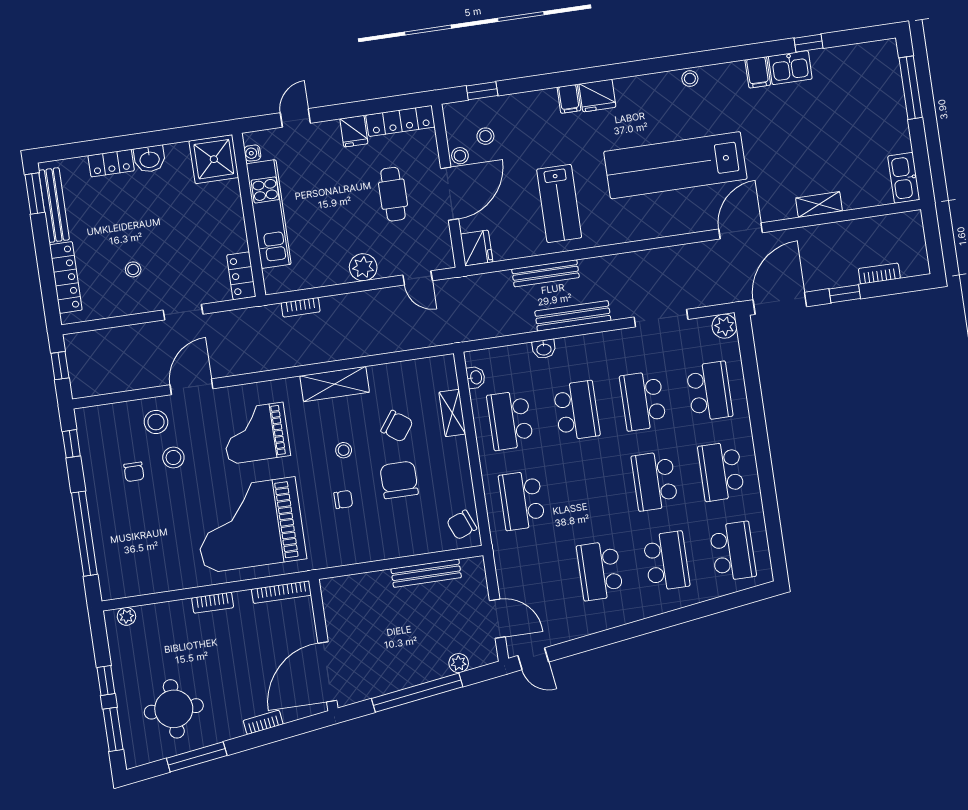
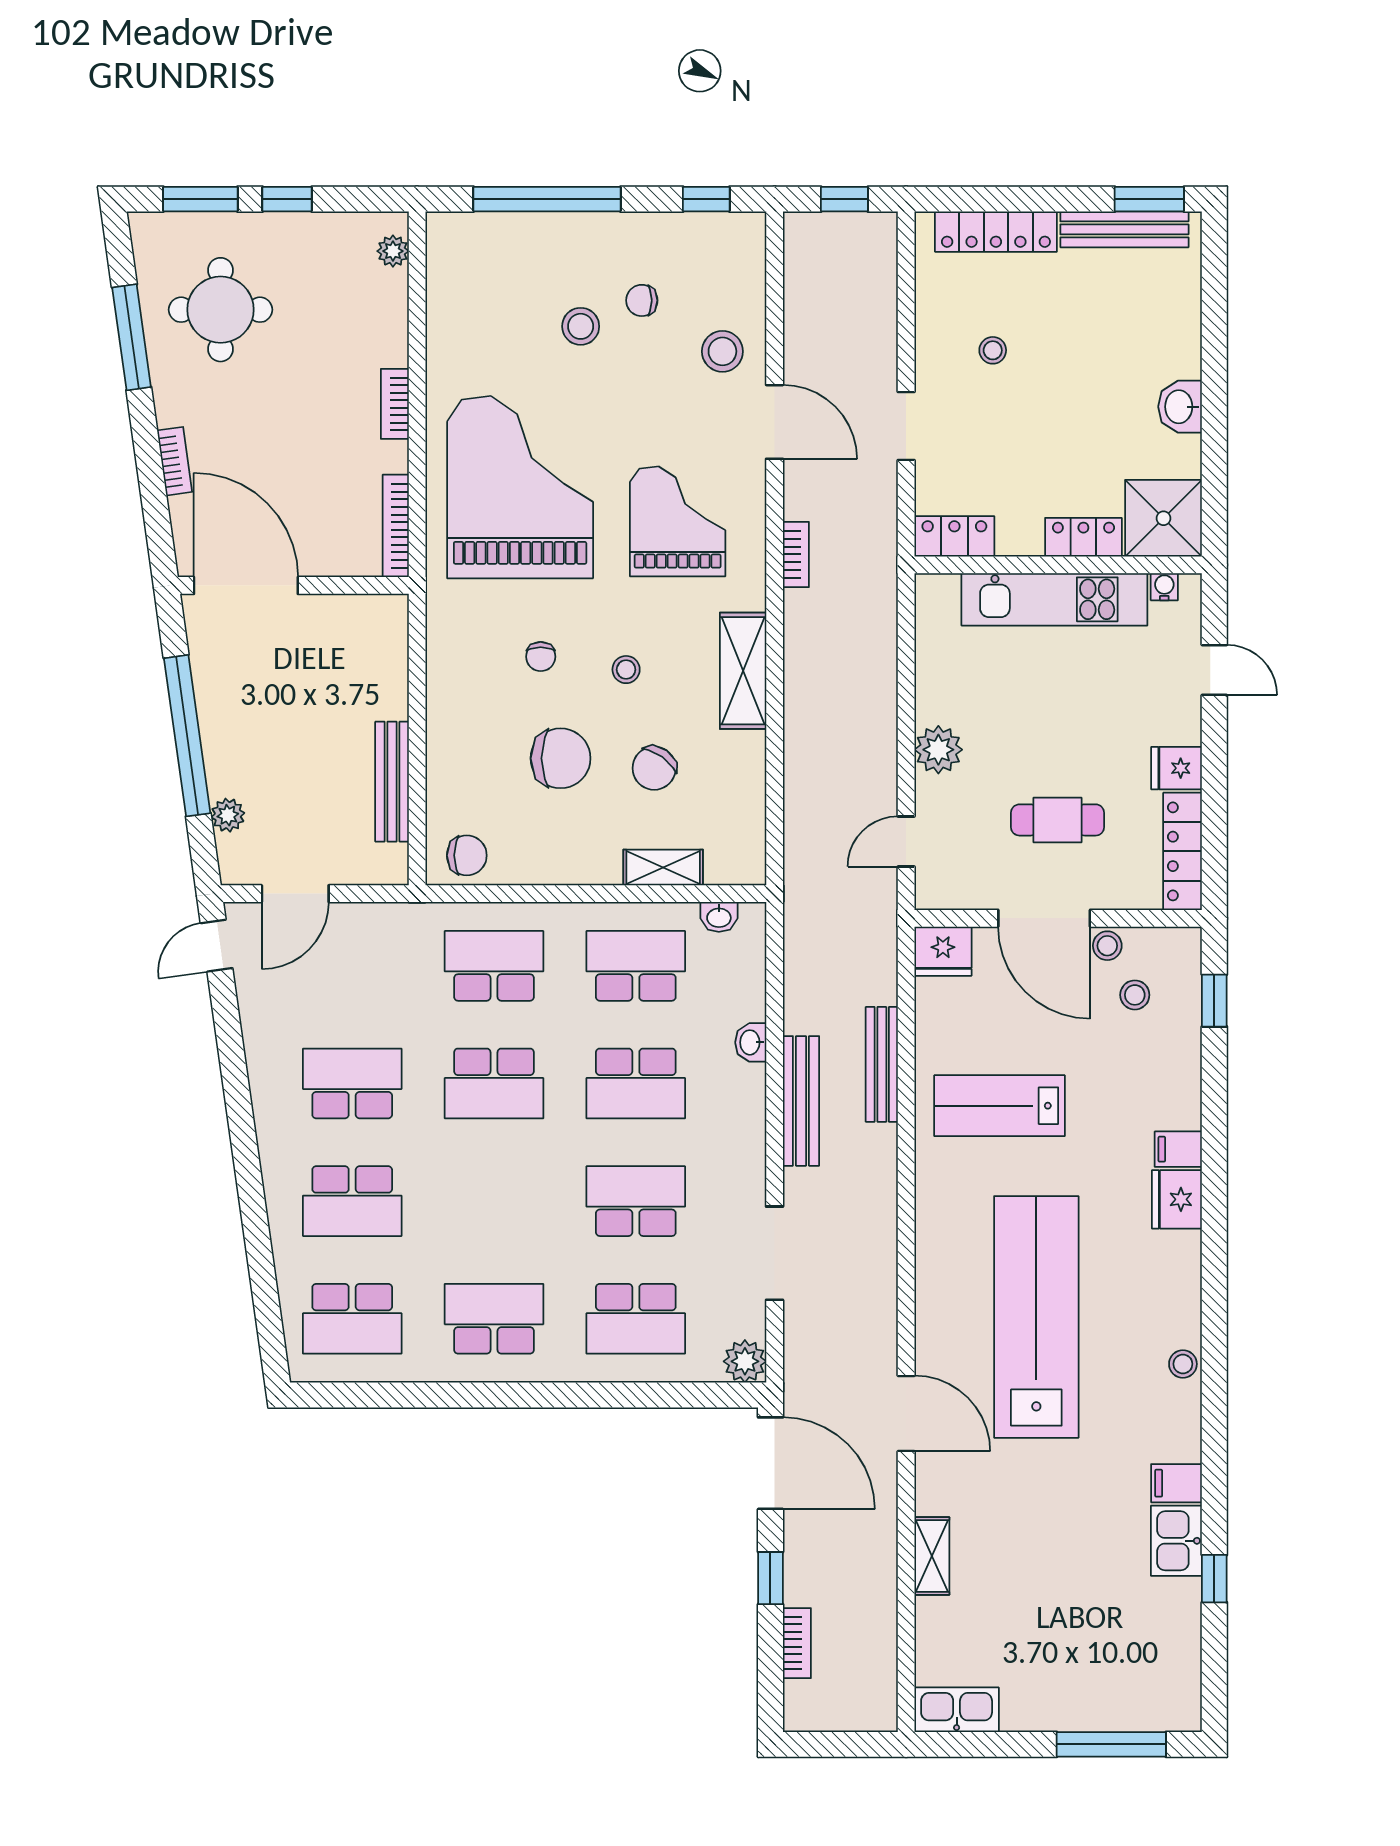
locker: (111, 163) -> (1083, 537), moved, turned 90
bookcase: (301, 307) -> (796, 554), moved, turned 180
stool: (173, 458) -> (581, 326), moved
school desk: (655, 481) -> (494, 1083), moved, turned 180
chair: (462, 525) -> (467, 855), turned 112

